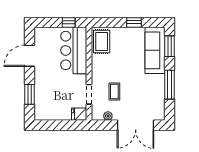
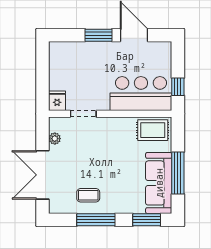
window: (134, 22) -> (178, 173), width x2.17
sofa: (155, 50) -> (159, 183), moved, turned -90
coffee table: (114, 91) -> (88, 195), moved
window: (30, 94) -> (99, 35), moved

